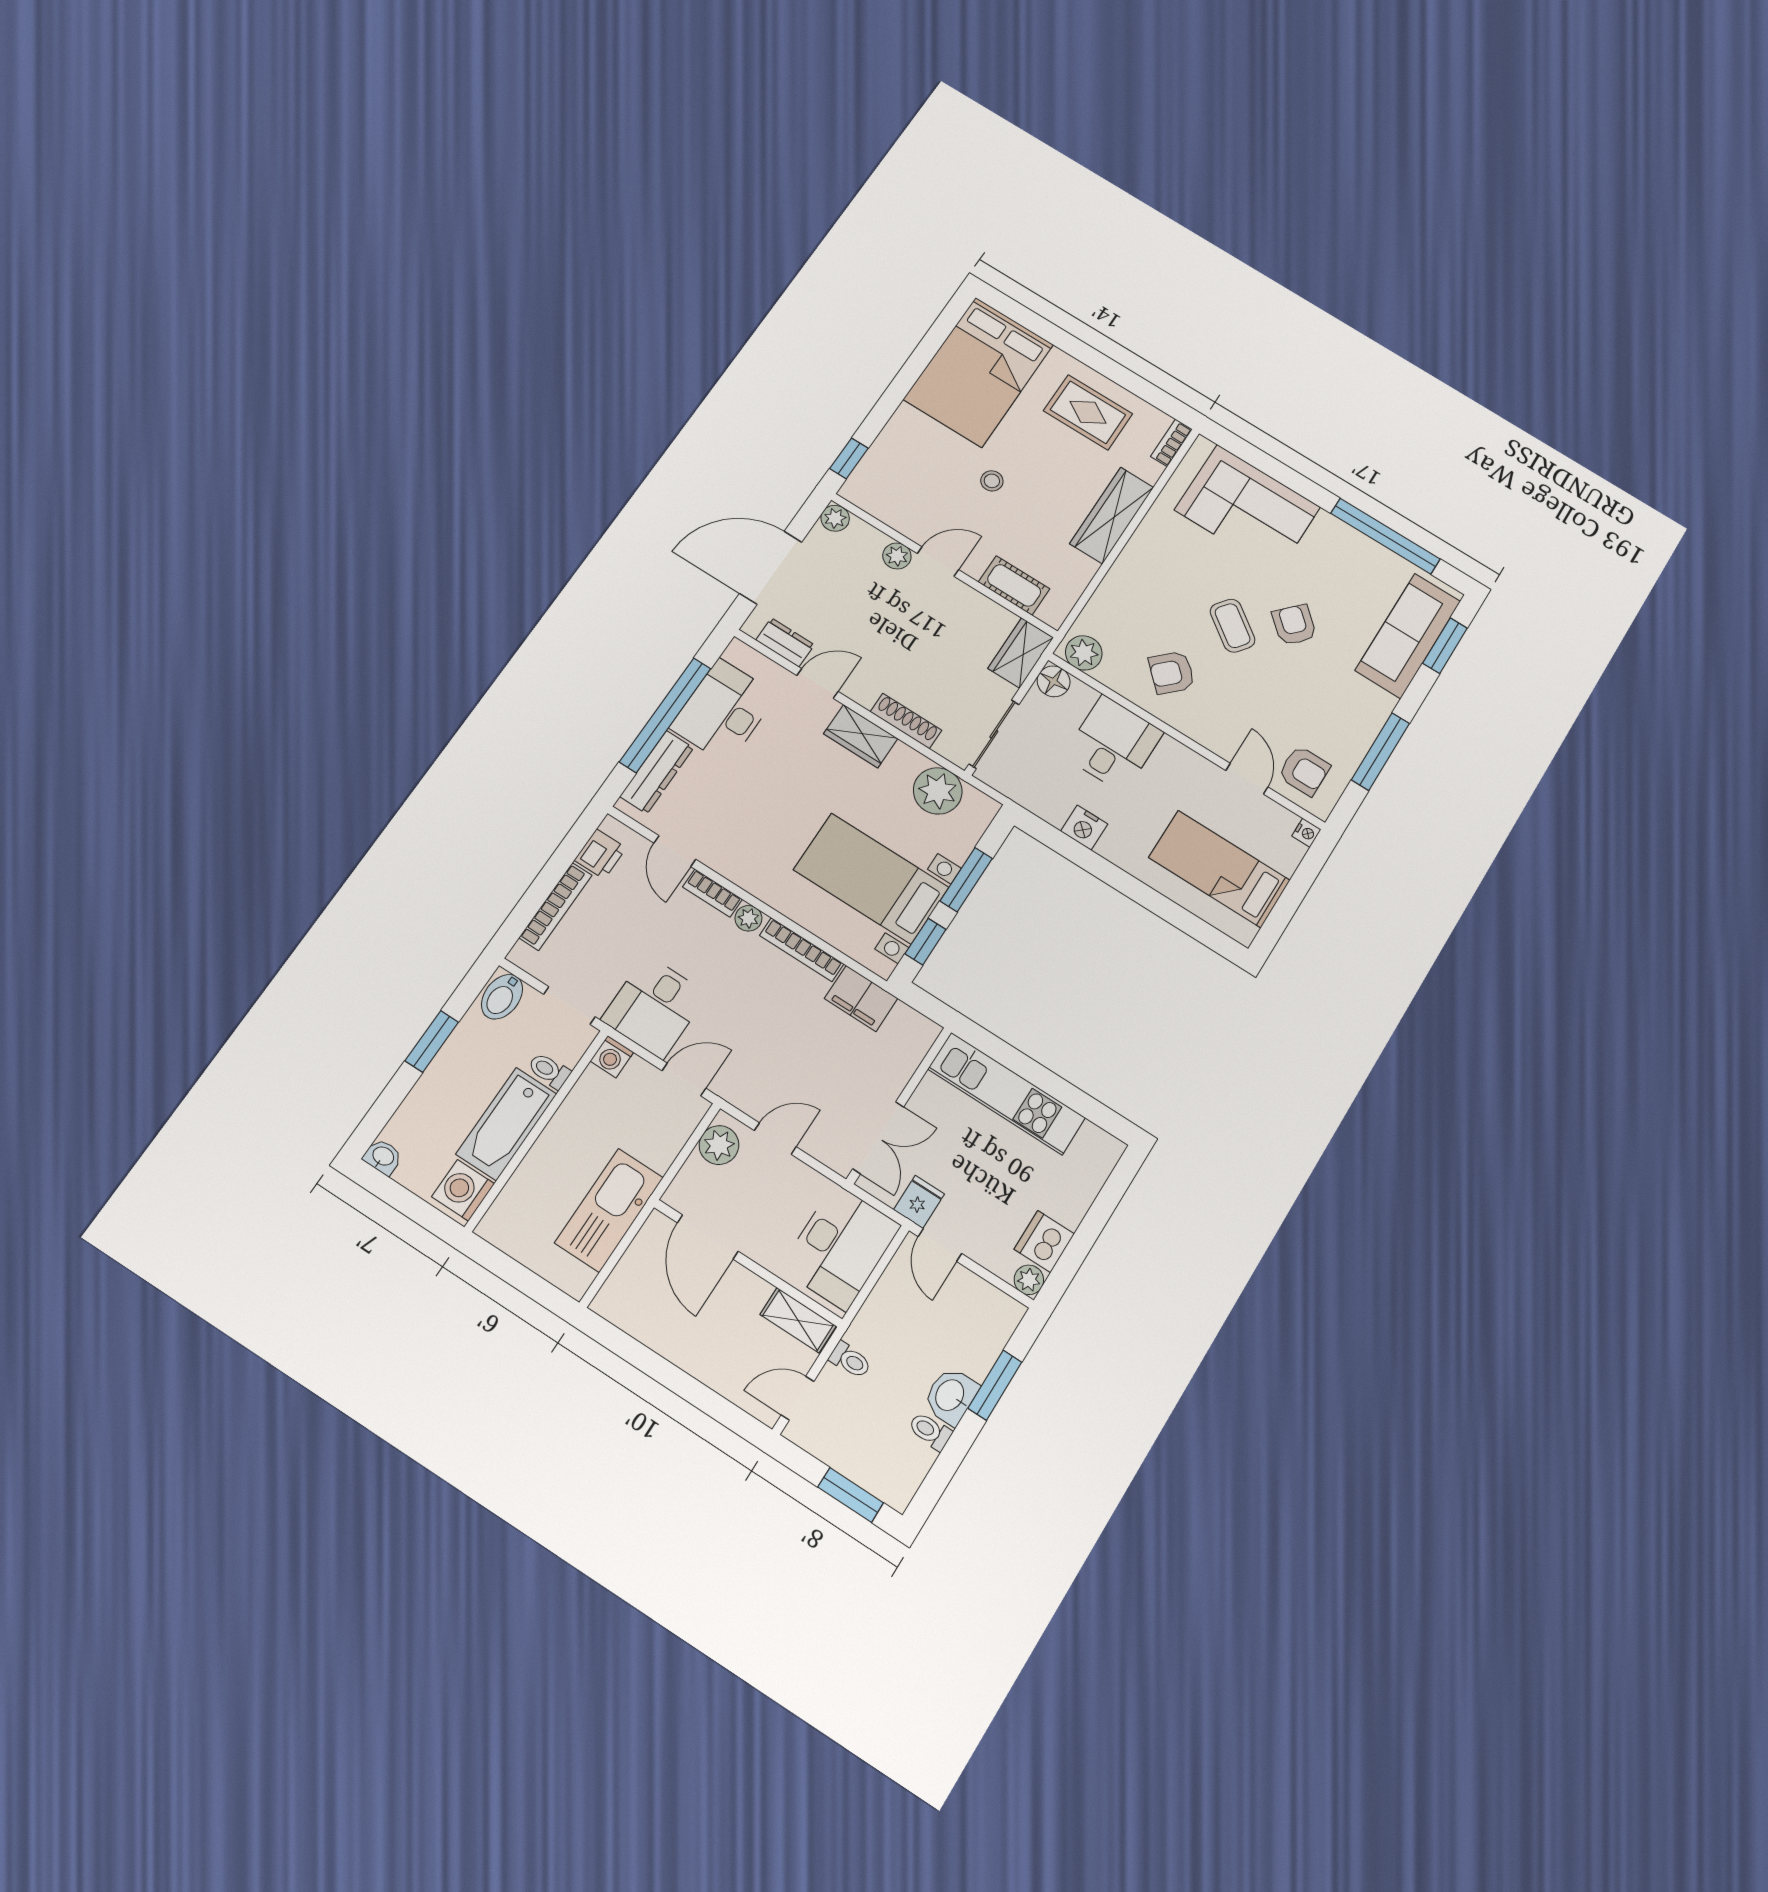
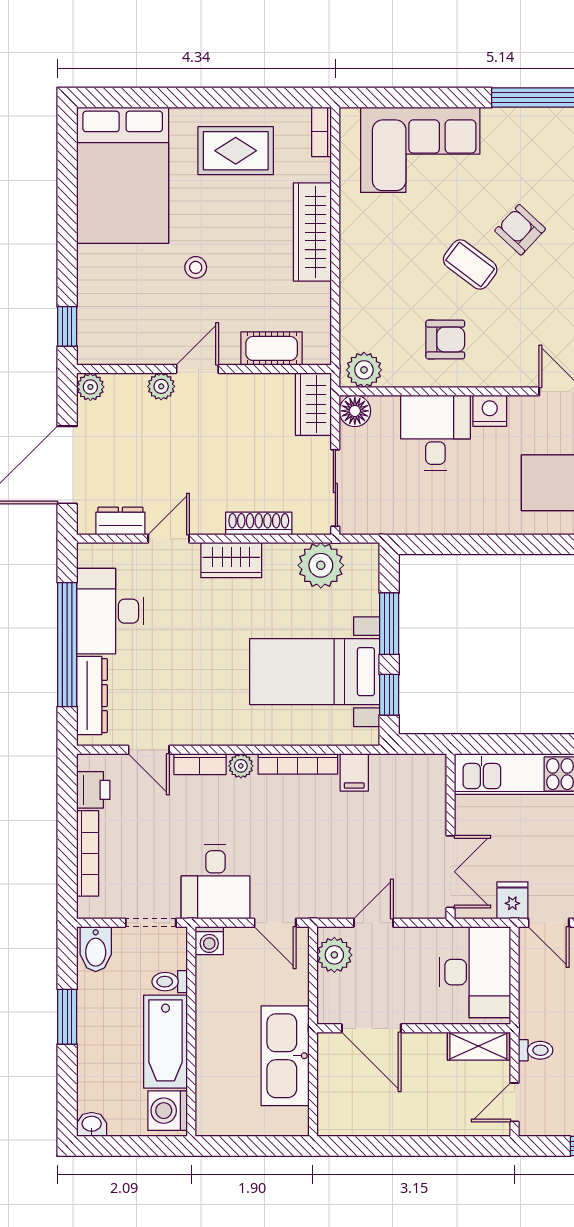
armchair: (1172, 673) -> (445, 339), turned -135
nightstand: (1084, 828) -> (490, 411), moved, turned 180
filing cabinet: (861, 998) -> (354, 772), width x0.50
door: (684, 1080) -> (275, 923), swing flipped

